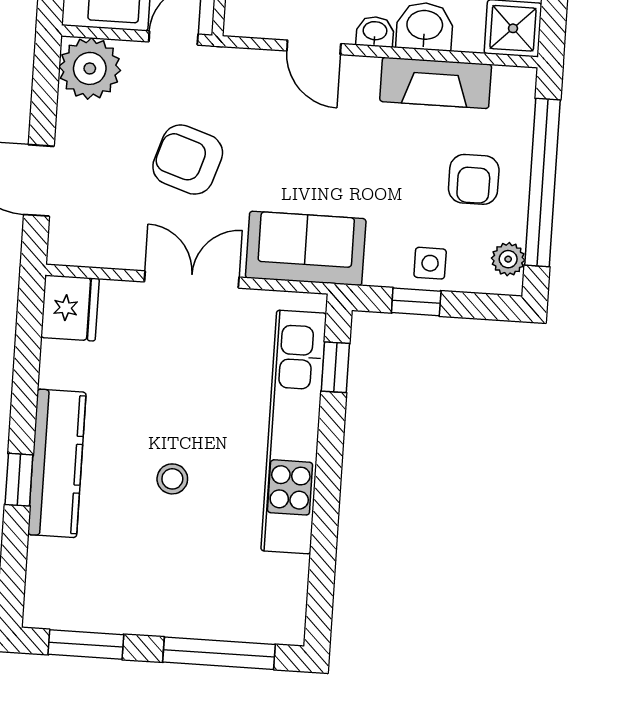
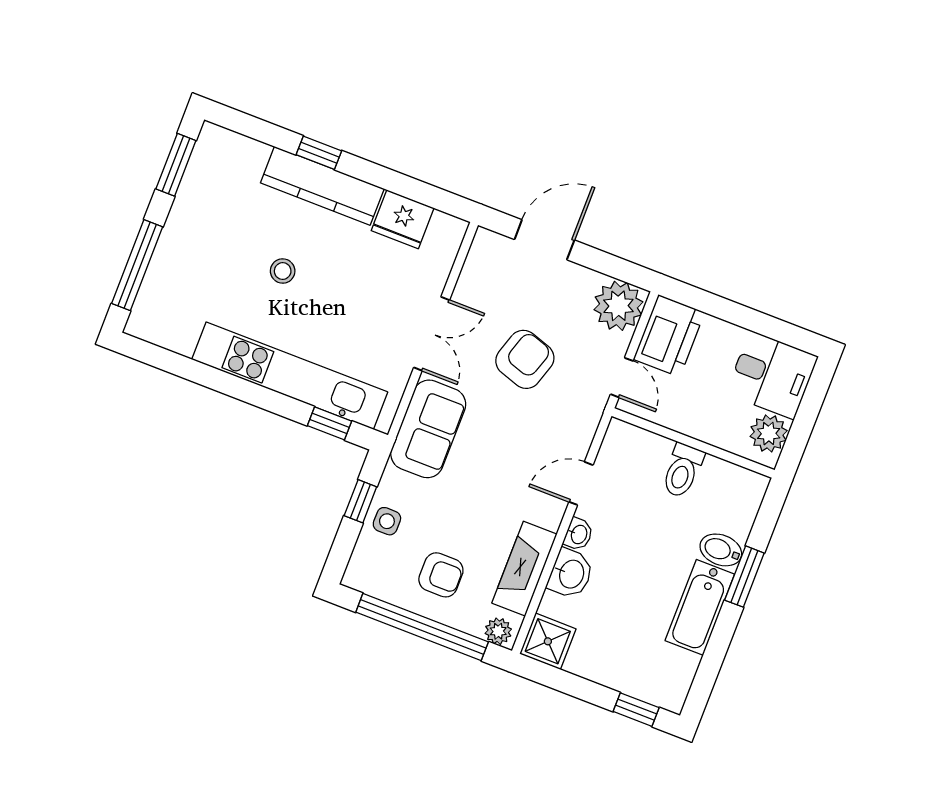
armchair: (474, 179) -> (441, 575), turned 180
plant: (508, 259) -> (498, 631), moved
fridge: (70, 308) -> (403, 219), moved

